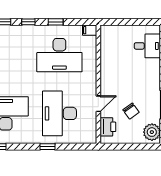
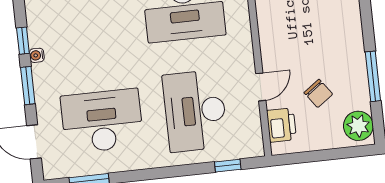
window: (48, 147) -> (228, 166), moved

